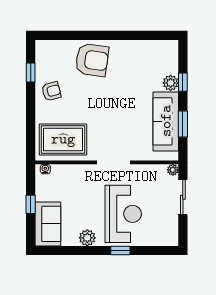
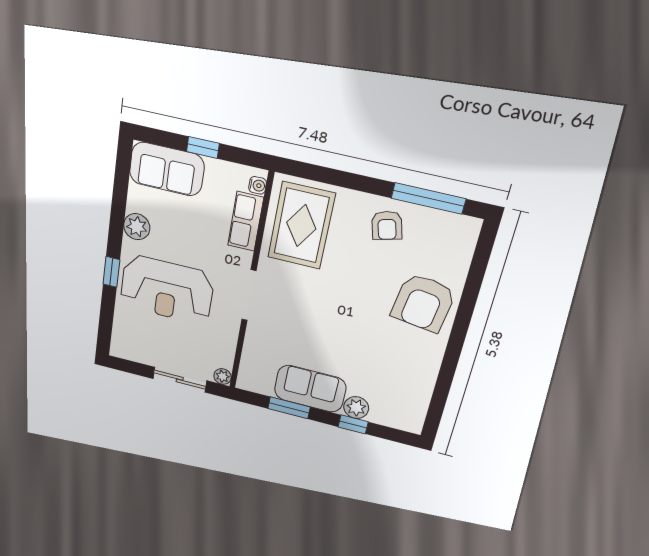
window: (31, 72) -> (428, 198), width x2.17
sofa: (166, 121) -> (310, 389), width x0.73
row of seats: (68, 172) -> (246, 221), added

